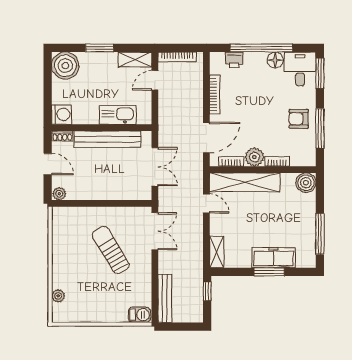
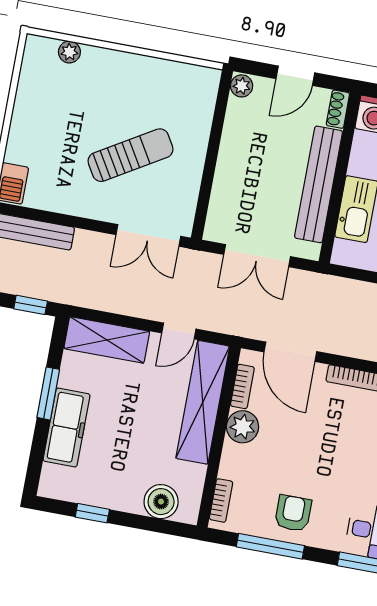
bookcase: (277, 161) -> (221, 500), moved
boiler: (306, 183) -> (161, 502), moved
window: (320, 234) -> (92, 513), width x0.46
shelving: (217, 252) -> (107, 340), width x1.50, depth x1.33
window: (269, 272) -> (48, 393), moved

